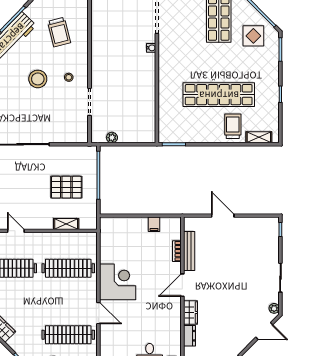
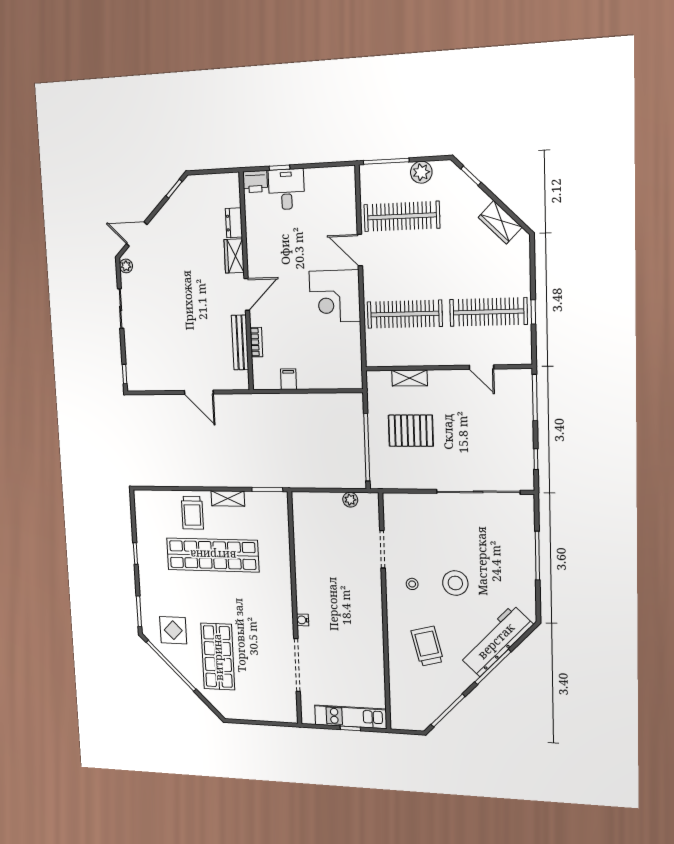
shelving: (259, 137) -> (228, 498), moved

